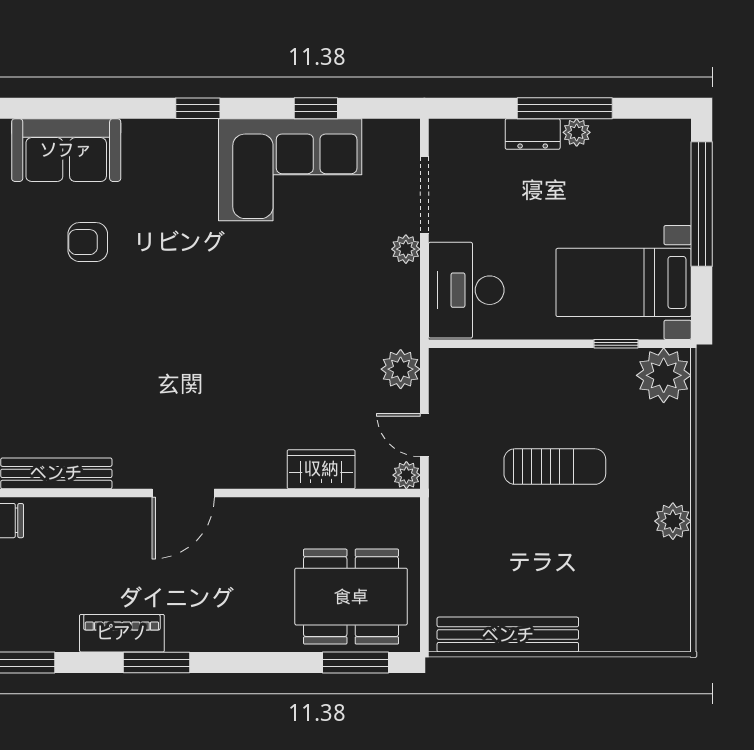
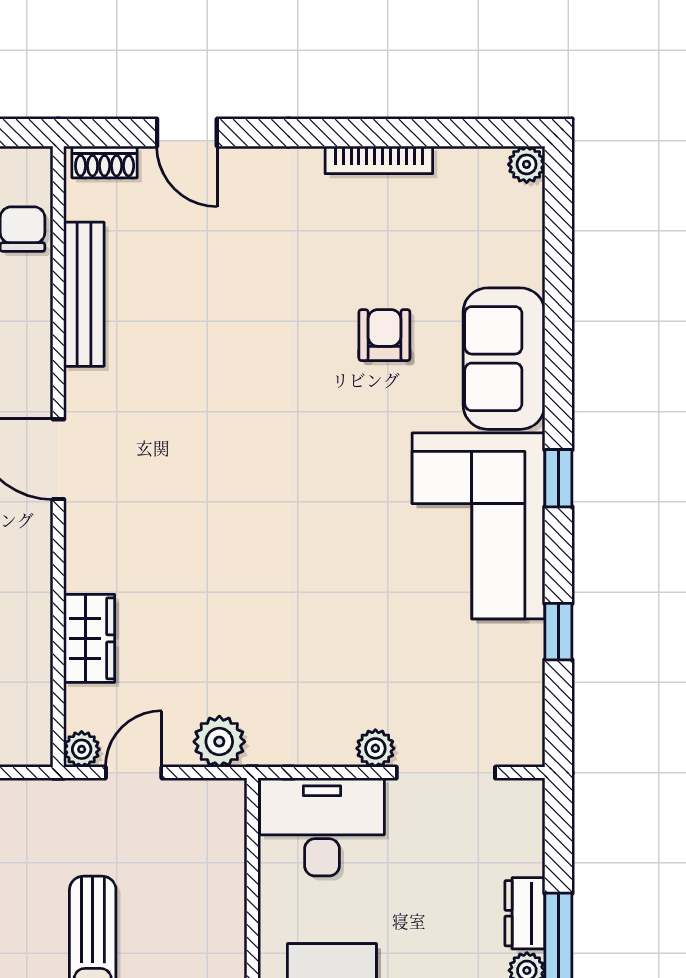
sofa: (66, 150) -> (504, 359), moved
corner sofa: (290, 170) -> (478, 526), moved

